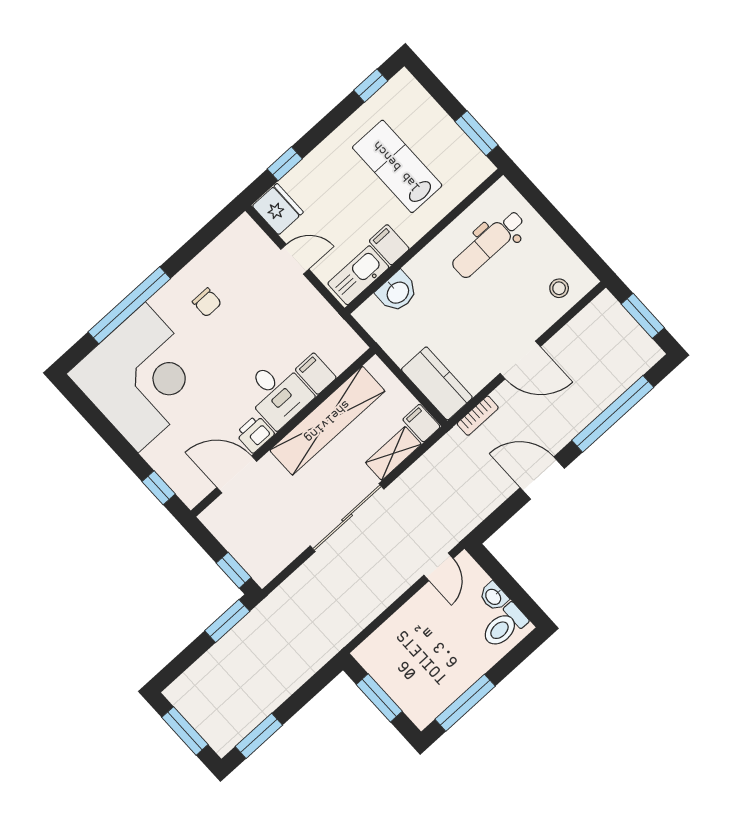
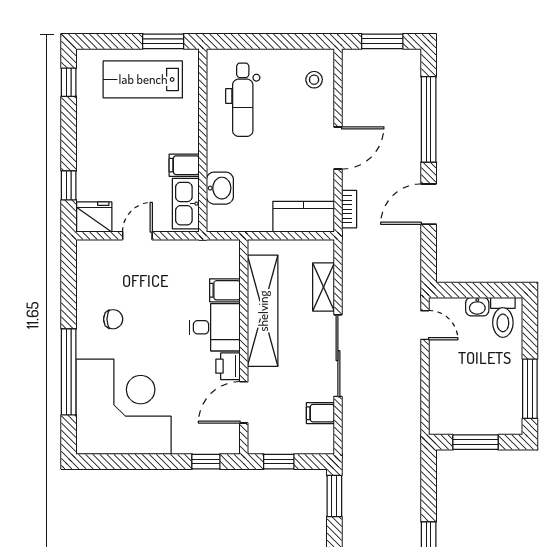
lab bench: (397, 166) -> (143, 79), moved
filing cabinet: (421, 423) -> (320, 413), moved
window: (234, 570) -> (279, 462), moved

